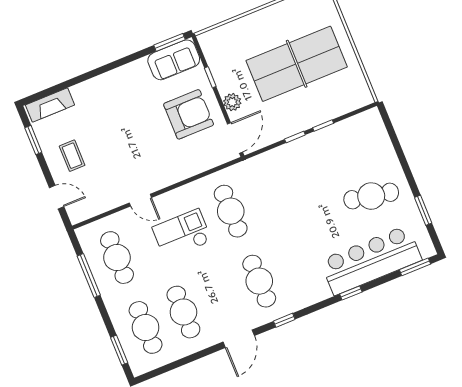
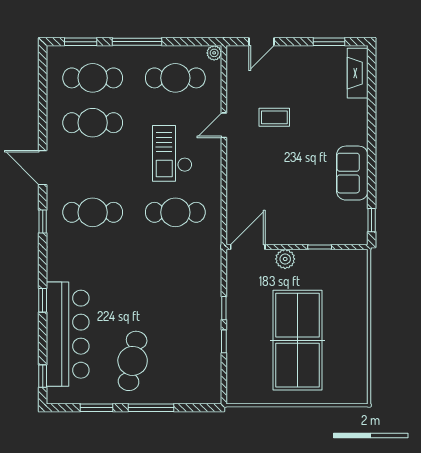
window: (169, 42) -> (372, 220), width x0.67
sofa: (174, 60) -> (352, 173), moved
armchair: (189, 114) -> (291, 210), removed
door: (235, 138) -> (248, 247), swing flipped
coffee table: (72, 156) -> (274, 117), moved
window: (404, 164) -> (151, 408), added
plant: (82, 233) -> (214, 53), added
checkout: (182, 234) -> (172, 153), turned 180
window: (415, 267) -> (43, 376), width x0.67
window: (89, 276) -> (137, 42), moved

